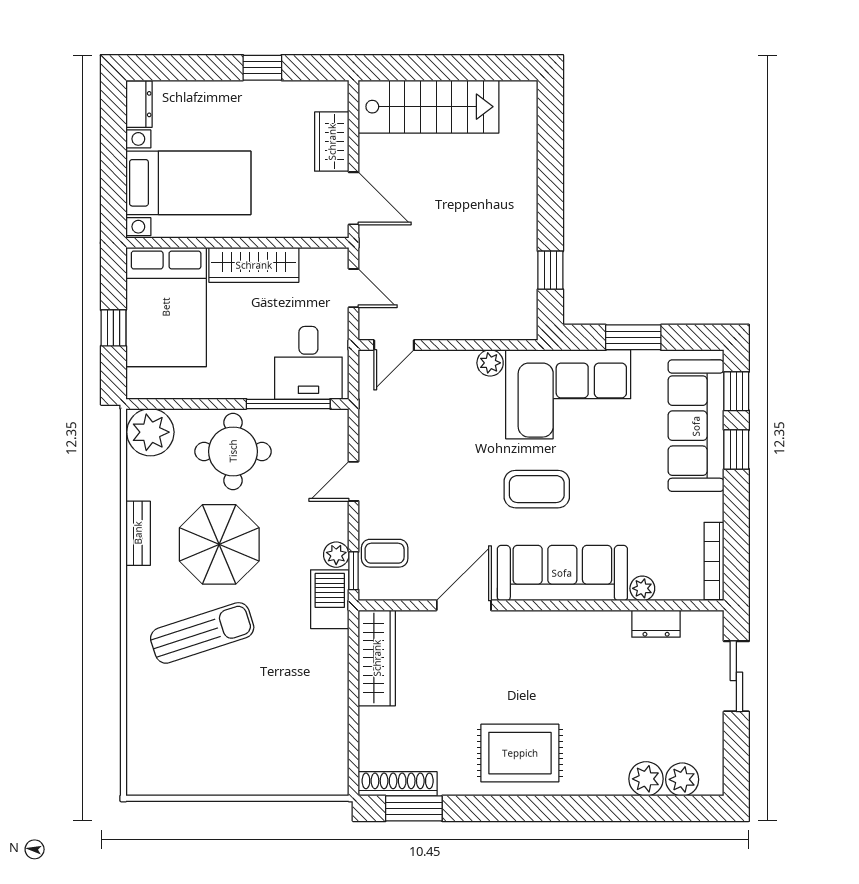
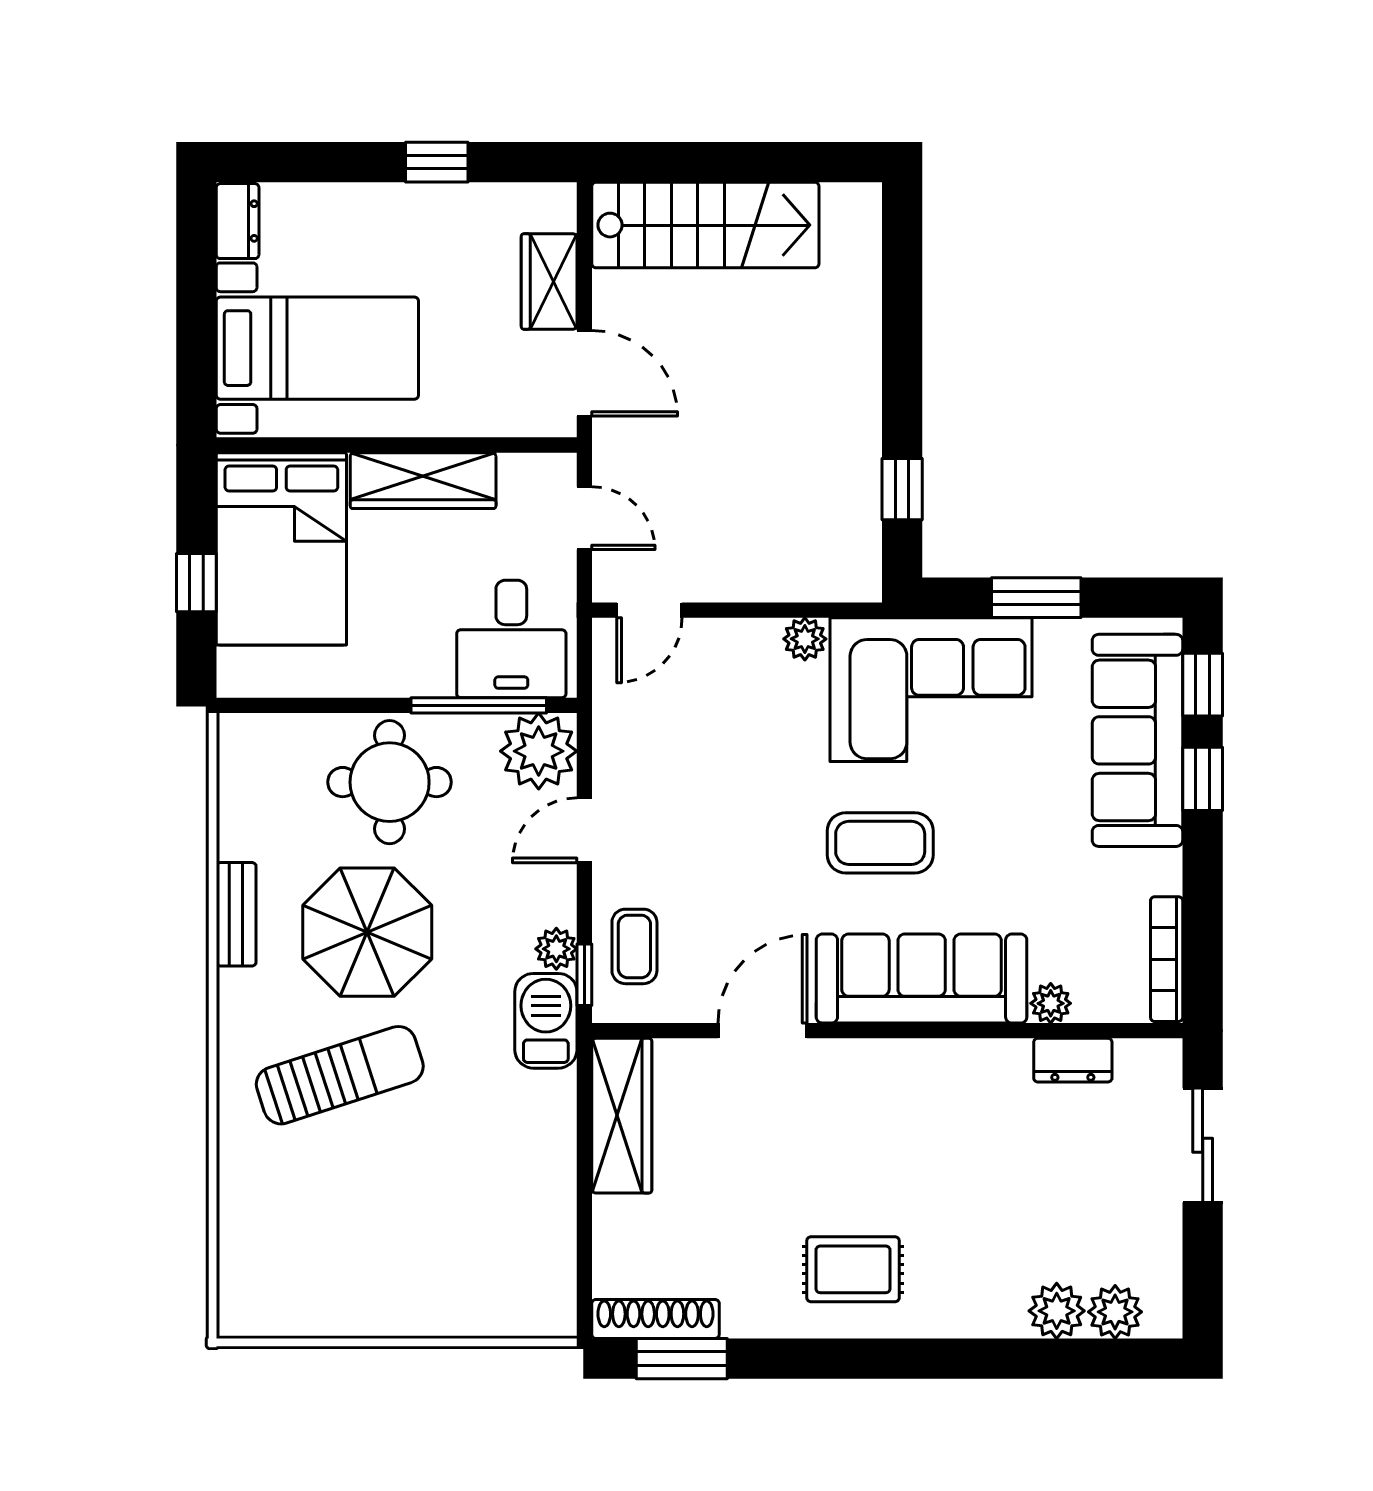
plant: (150, 432) -> (539, 751), moved
coffee table: (385, 553) -> (634, 946), turned 90
rug: (520, 753) -> (853, 1269), width x0.73, depth x0.70

